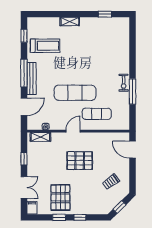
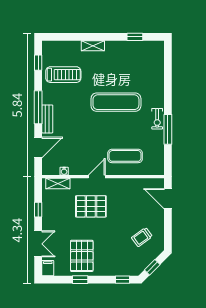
bench: (32, 78) -> (47, 119), width x0.73
exercise mat: (75, 93) -> (116, 102), moved
pallet: (80, 161) -> (91, 206), moved
window: (80, 217) -> (122, 280), moved

